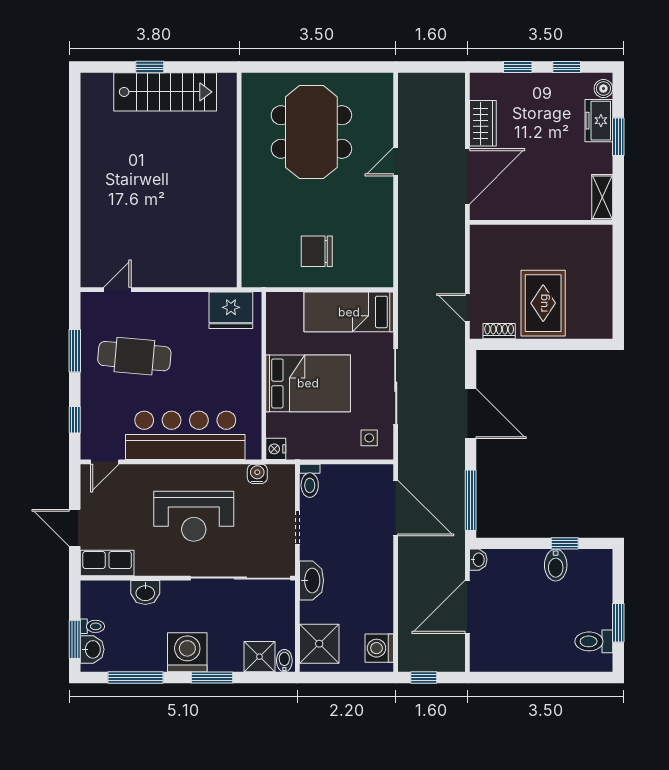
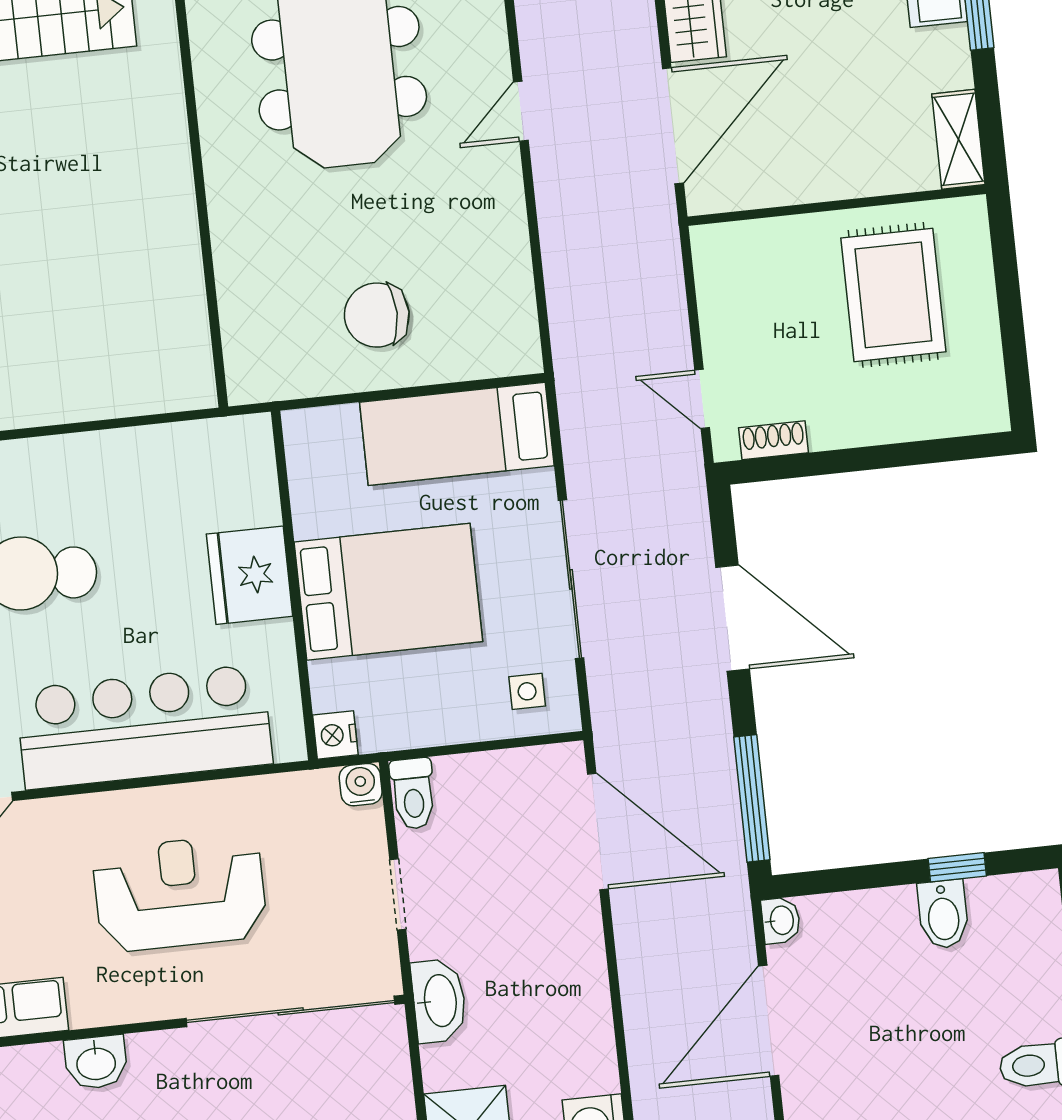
rug: (543, 303) -> (893, 295), moved
fridge: (231, 310) -> (250, 575), moved, turned 90
water cooler: (257, 474) -> (361, 785), moved
reception desk: (194, 516) -> (180, 893), turned 180

